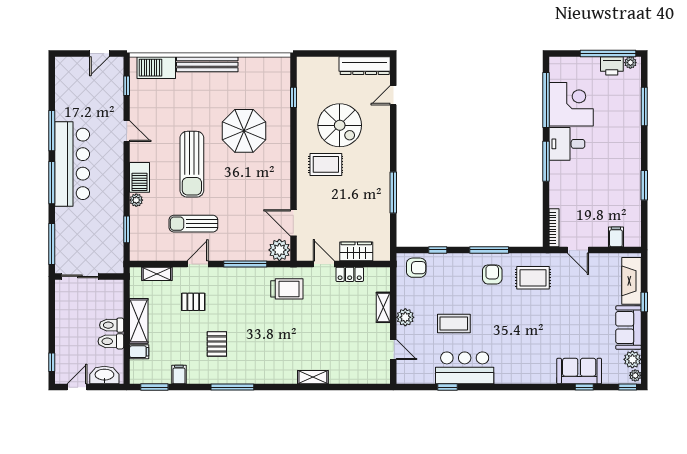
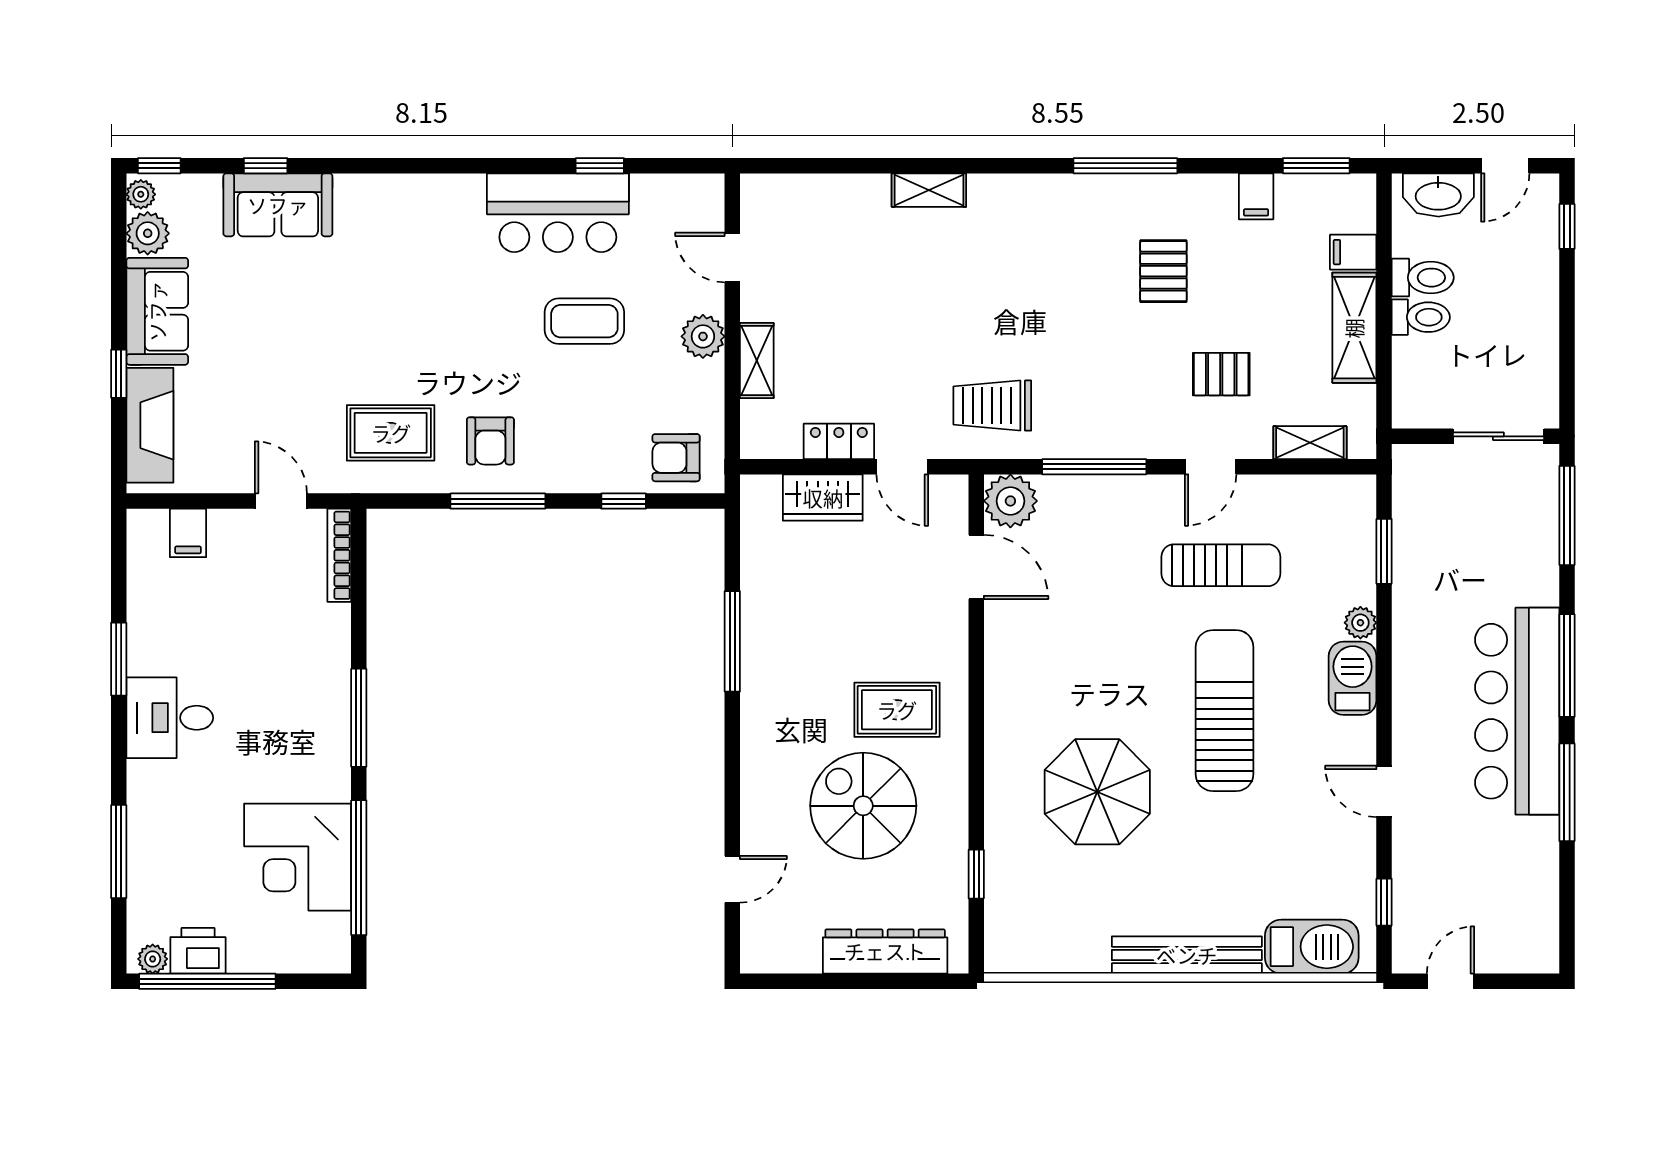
dresser: (365, 66) -> (885, 951), moved
desk: (567, 144) -> (170, 718), moved, turned 180

